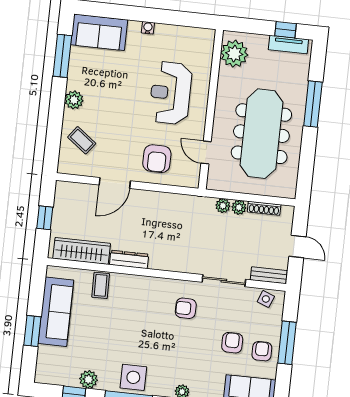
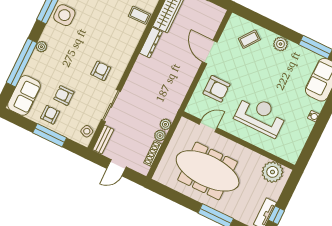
armchair: (157, 159) -> (216, 89), turned 180
armchair: (232, 343) -> (64, 96), turned 180
armchair: (262, 351) -> (50, 115), turned -90

